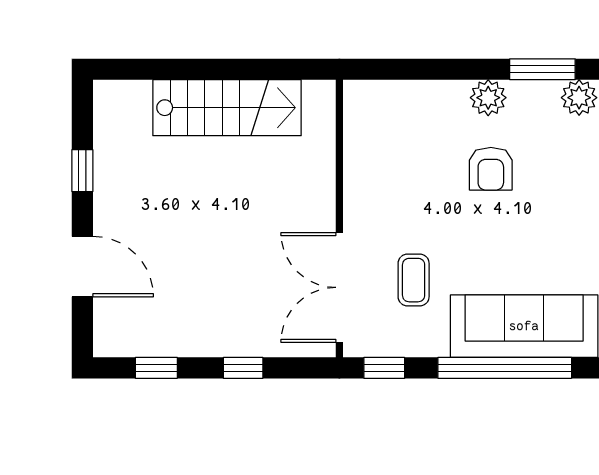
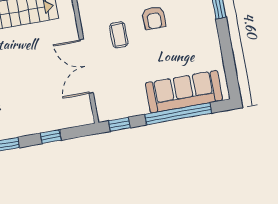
coffee table: (414, 280) -> (119, 35), moved
double door: (339, 287) -> (86, 66), moved

